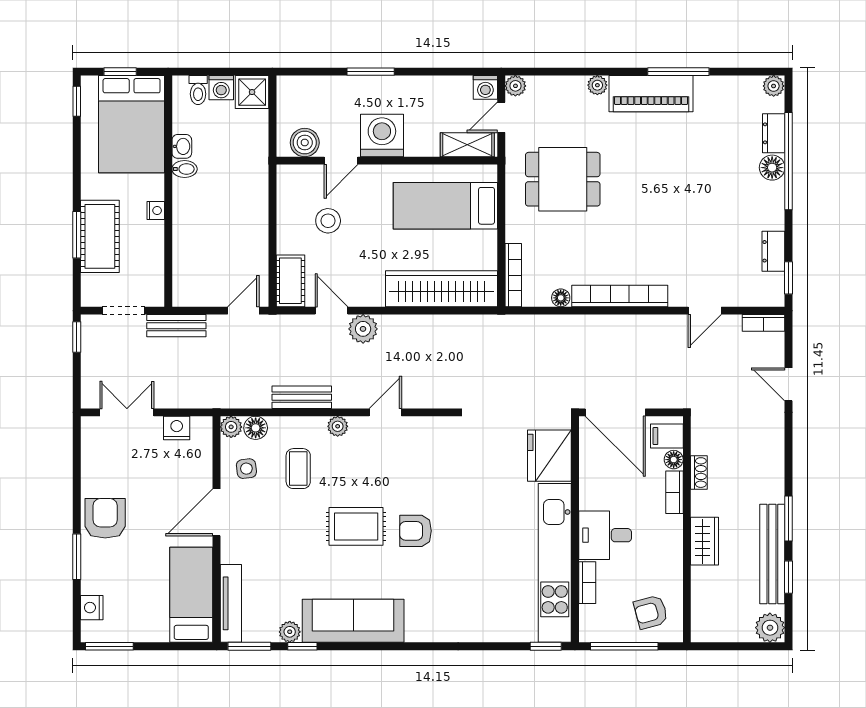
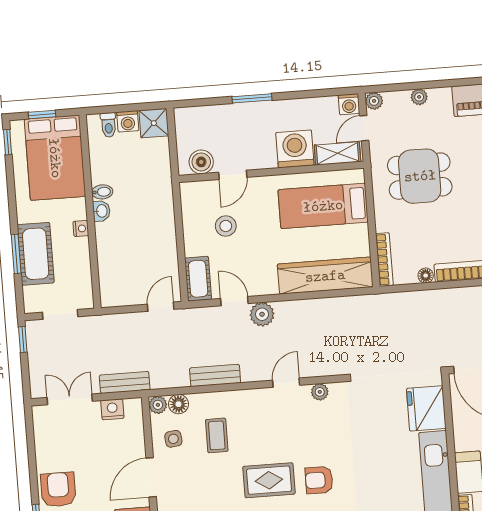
plant: (597, 85) -> (419, 97), moved
washing machine: (382, 136) -> (295, 149), moved
washbasin: (182, 146) -> (101, 211), moved
bench: (176, 326) -> (125, 382), moved
plant: (338, 426) -> (320, 392), moved

